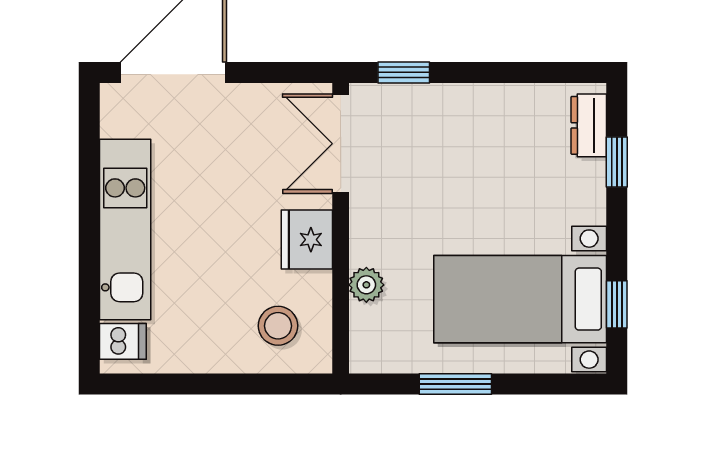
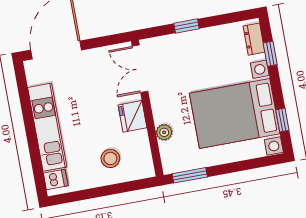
window: (404, 72) -> (187, 26), moved
bed with nightstands: (520, 299) -> (235, 114), width x1.36
stool: (278, 326) -> (110, 158), moved
window: (455, 384) -> (190, 175), moved

